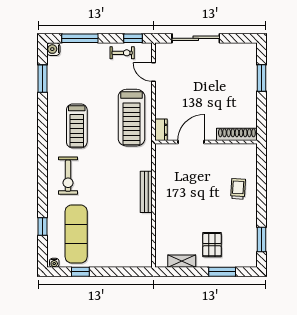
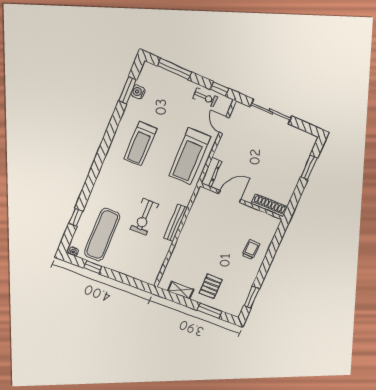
water cooler: (53, 49) -> (138, 92), moved
dresser: (161, 130) -> (211, 172), width x1.44
exercise bike: (68, 176) -> (144, 217), moved

